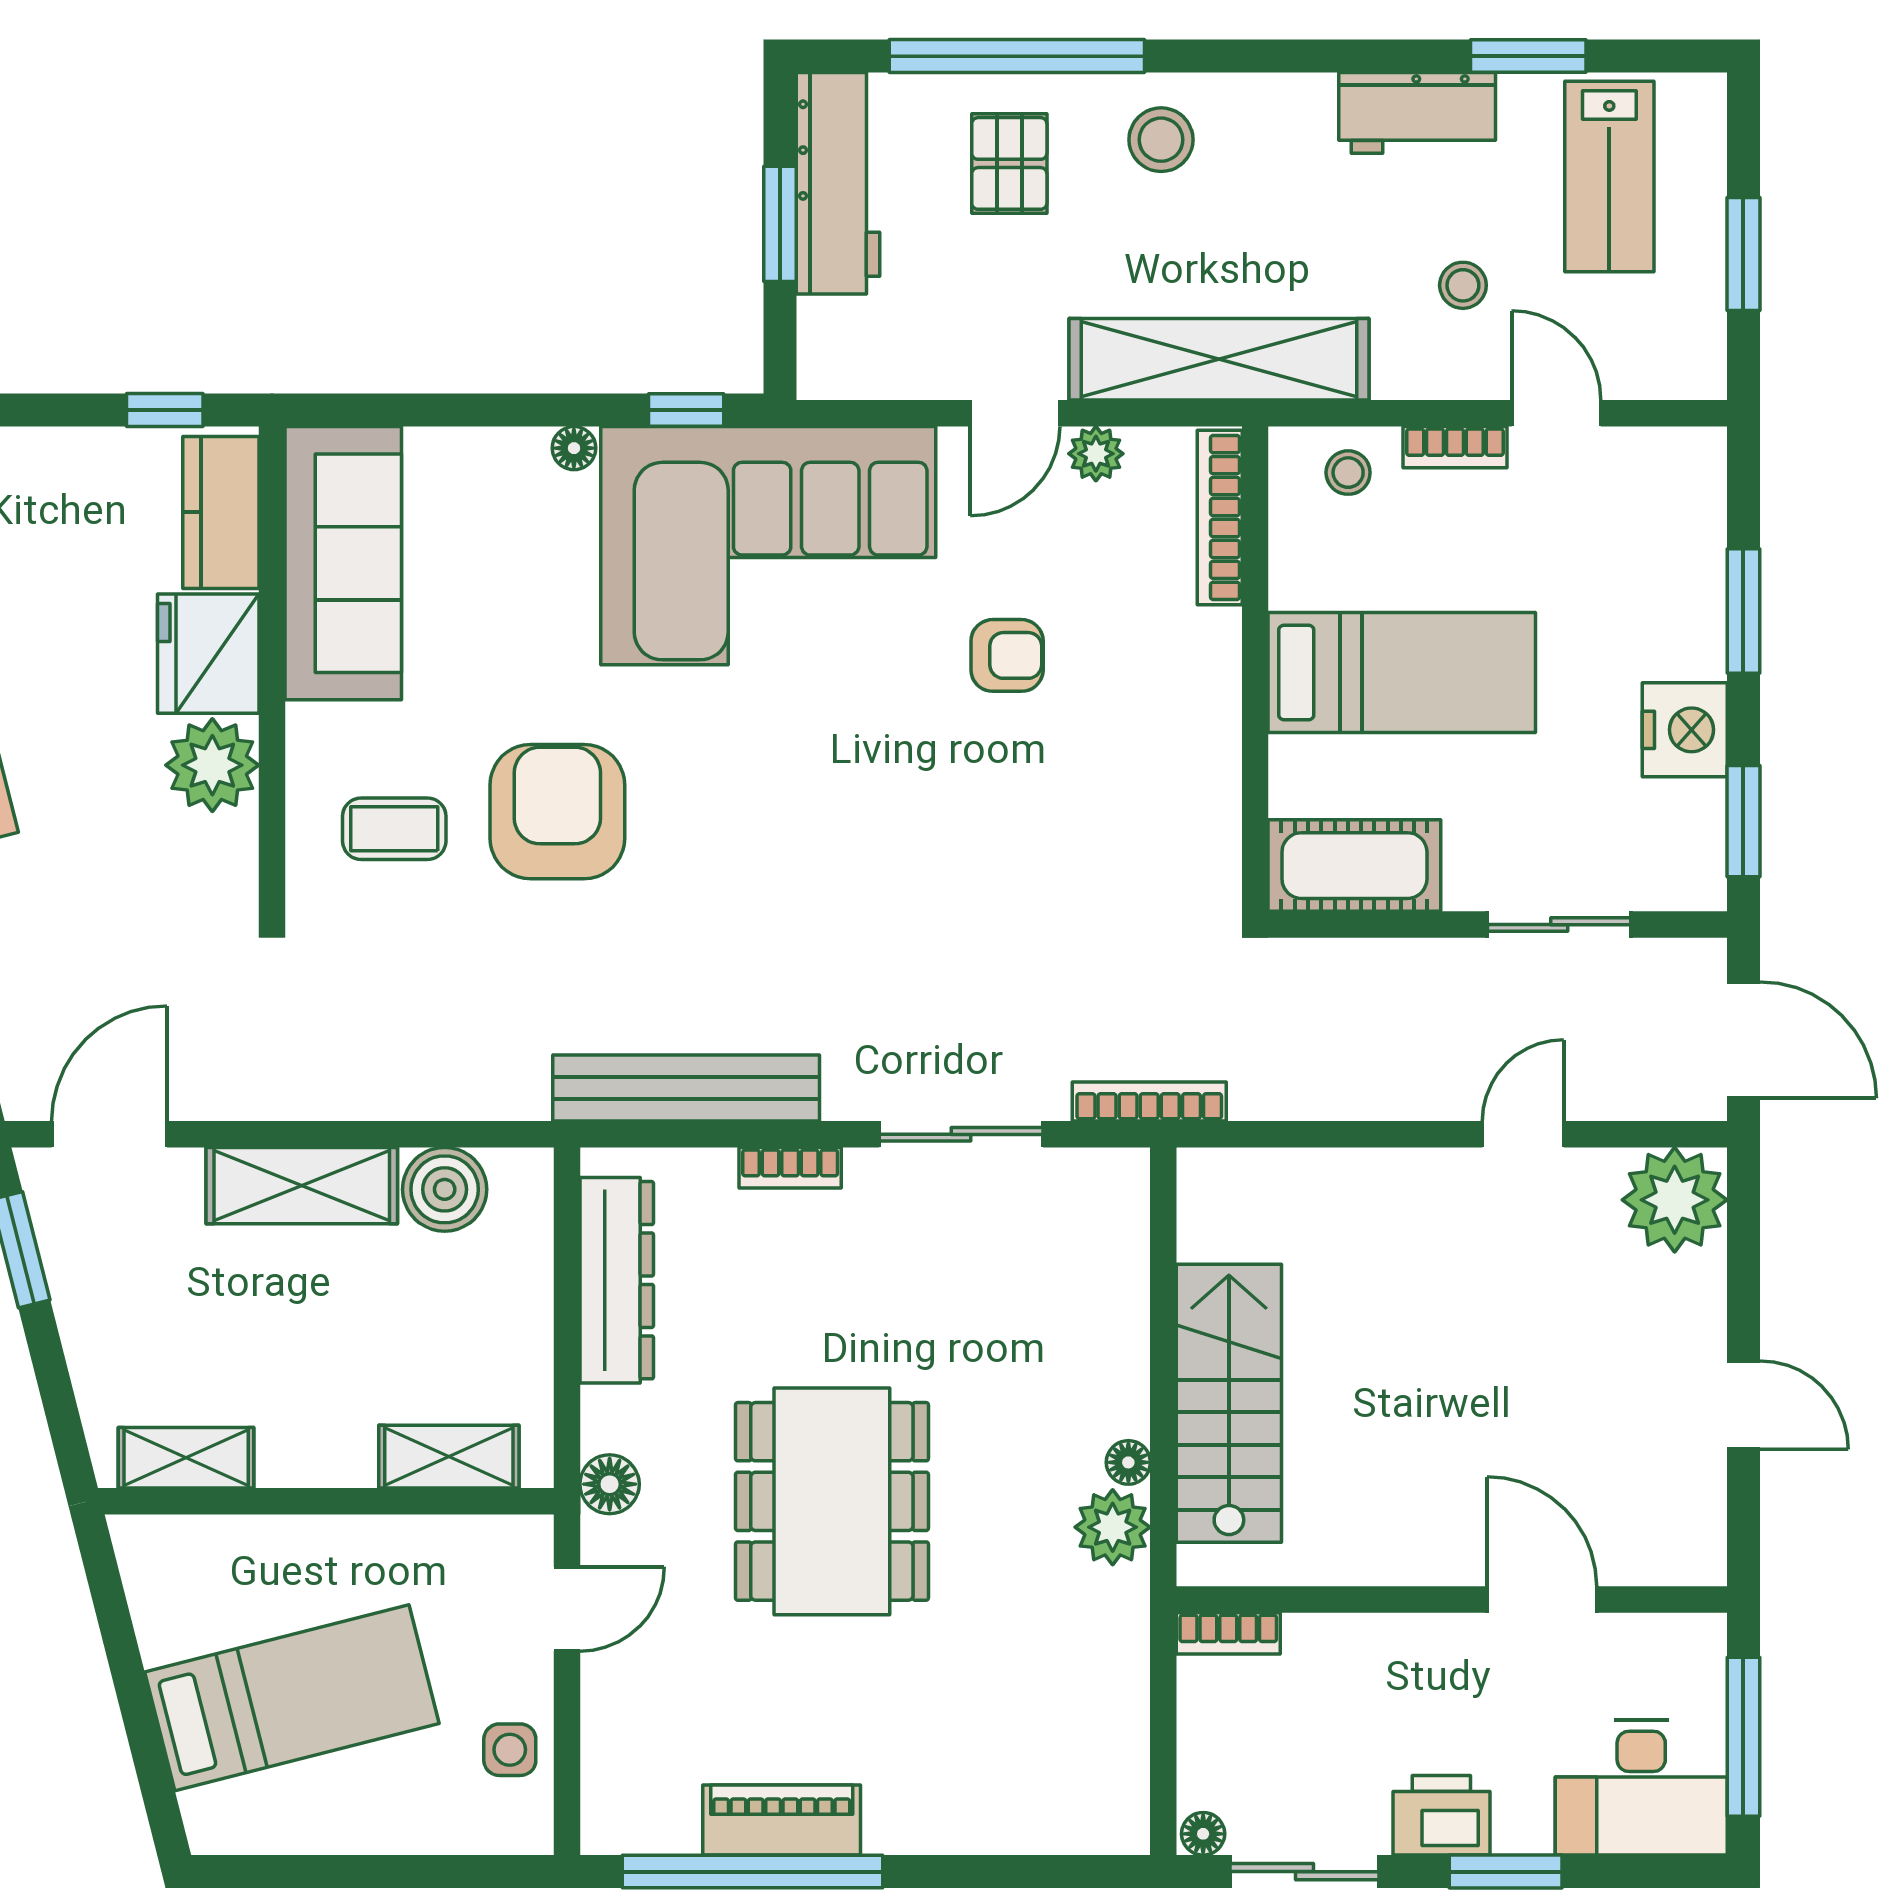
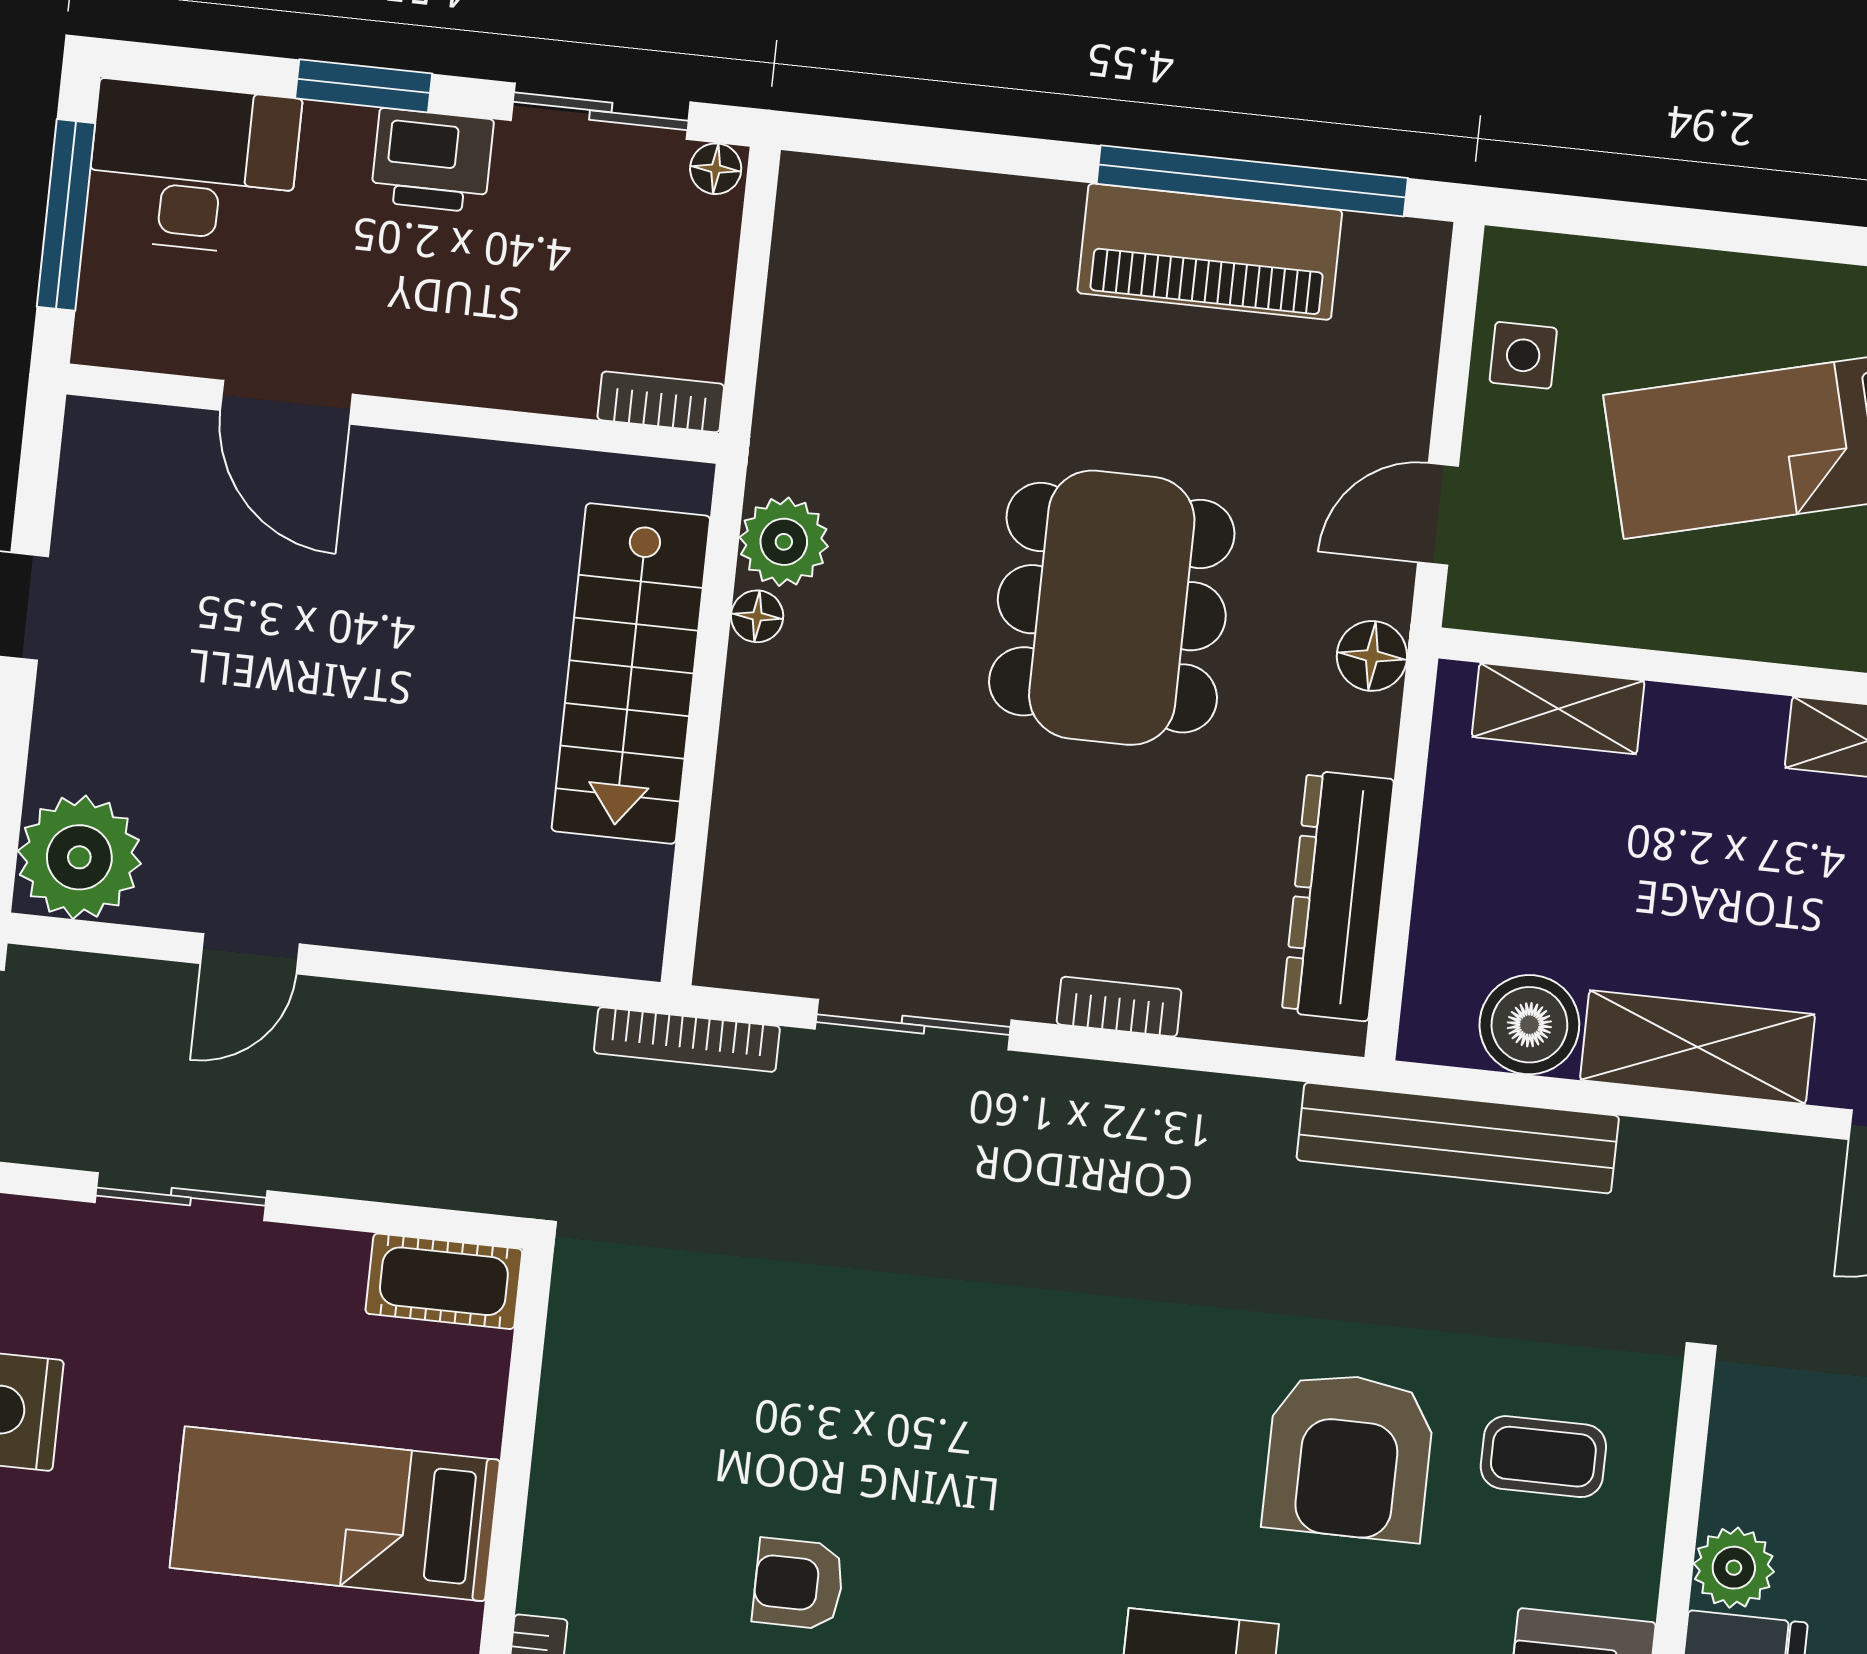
plant: (212, 765) -> (1734, 1568), width x0.73, depth x0.73
cot: (1354, 866) -> (444, 1281), width x0.73, depth x0.75
bench: (686, 1088) -> (1458, 1138), moved
piano: (782, 1820) -> (1210, 252), width x1.37, depth x1.33

